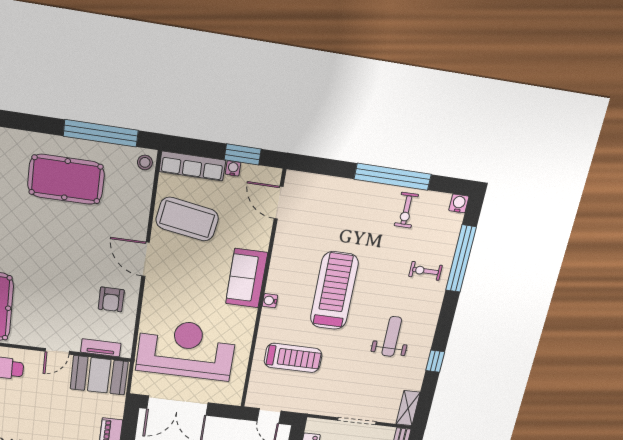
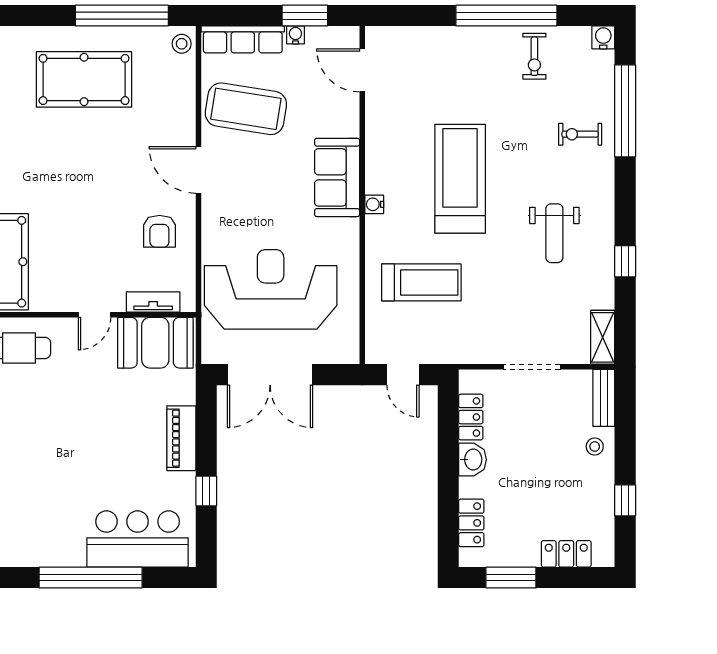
weight bench: (392, 336) -> (554, 233), turned 180

